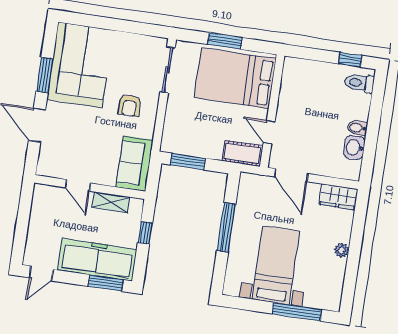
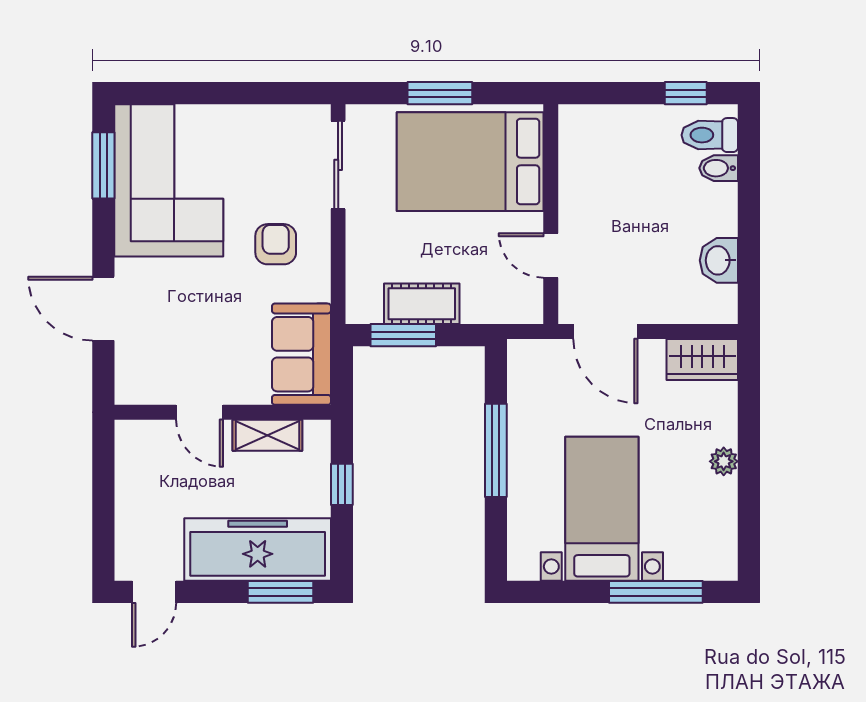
window: (44, 75) -> (103, 165), moved
armchair: (130, 105) -> (276, 244), turned 180
bidet: (357, 128) -> (719, 168), moved
cot: (242, 153) -> (422, 304), moved

